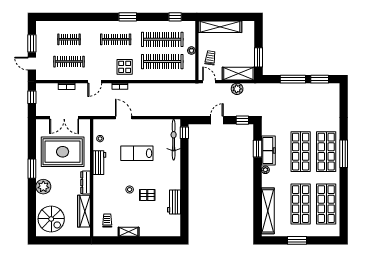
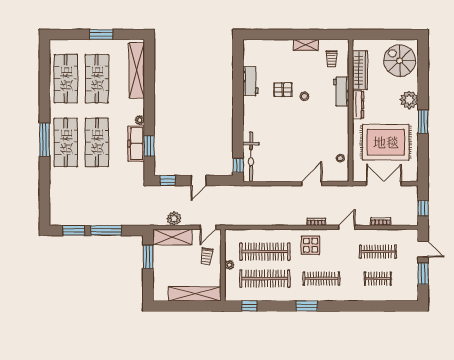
door: (209, 82) -> (208, 227), hinge flipped
door: (124, 118) -> (312, 184), swing flipped
lab bench: (137, 153) -> (296, 140), removed
workbench: (99, 163) -> (341, 91), moved

